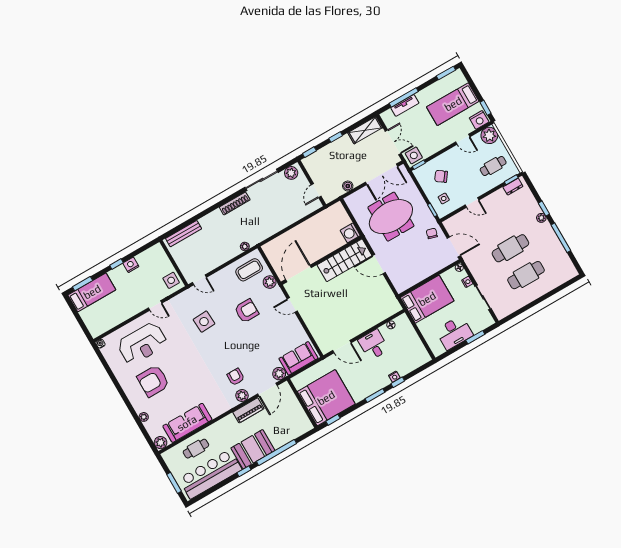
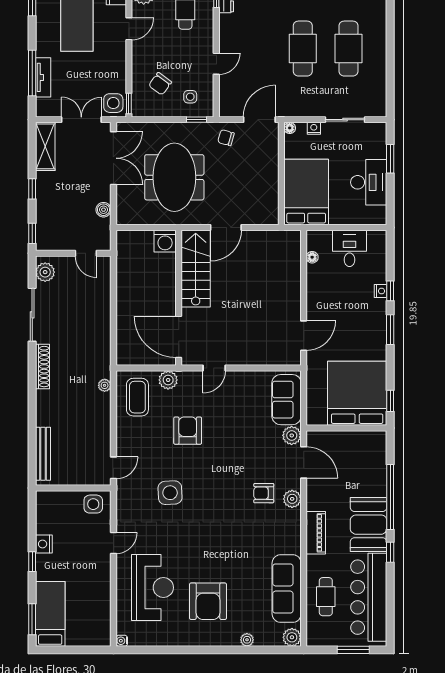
desk: (373, 345) -> (349, 248), moved, turned 90
piano: (248, 410) -> (316, 533), moved

